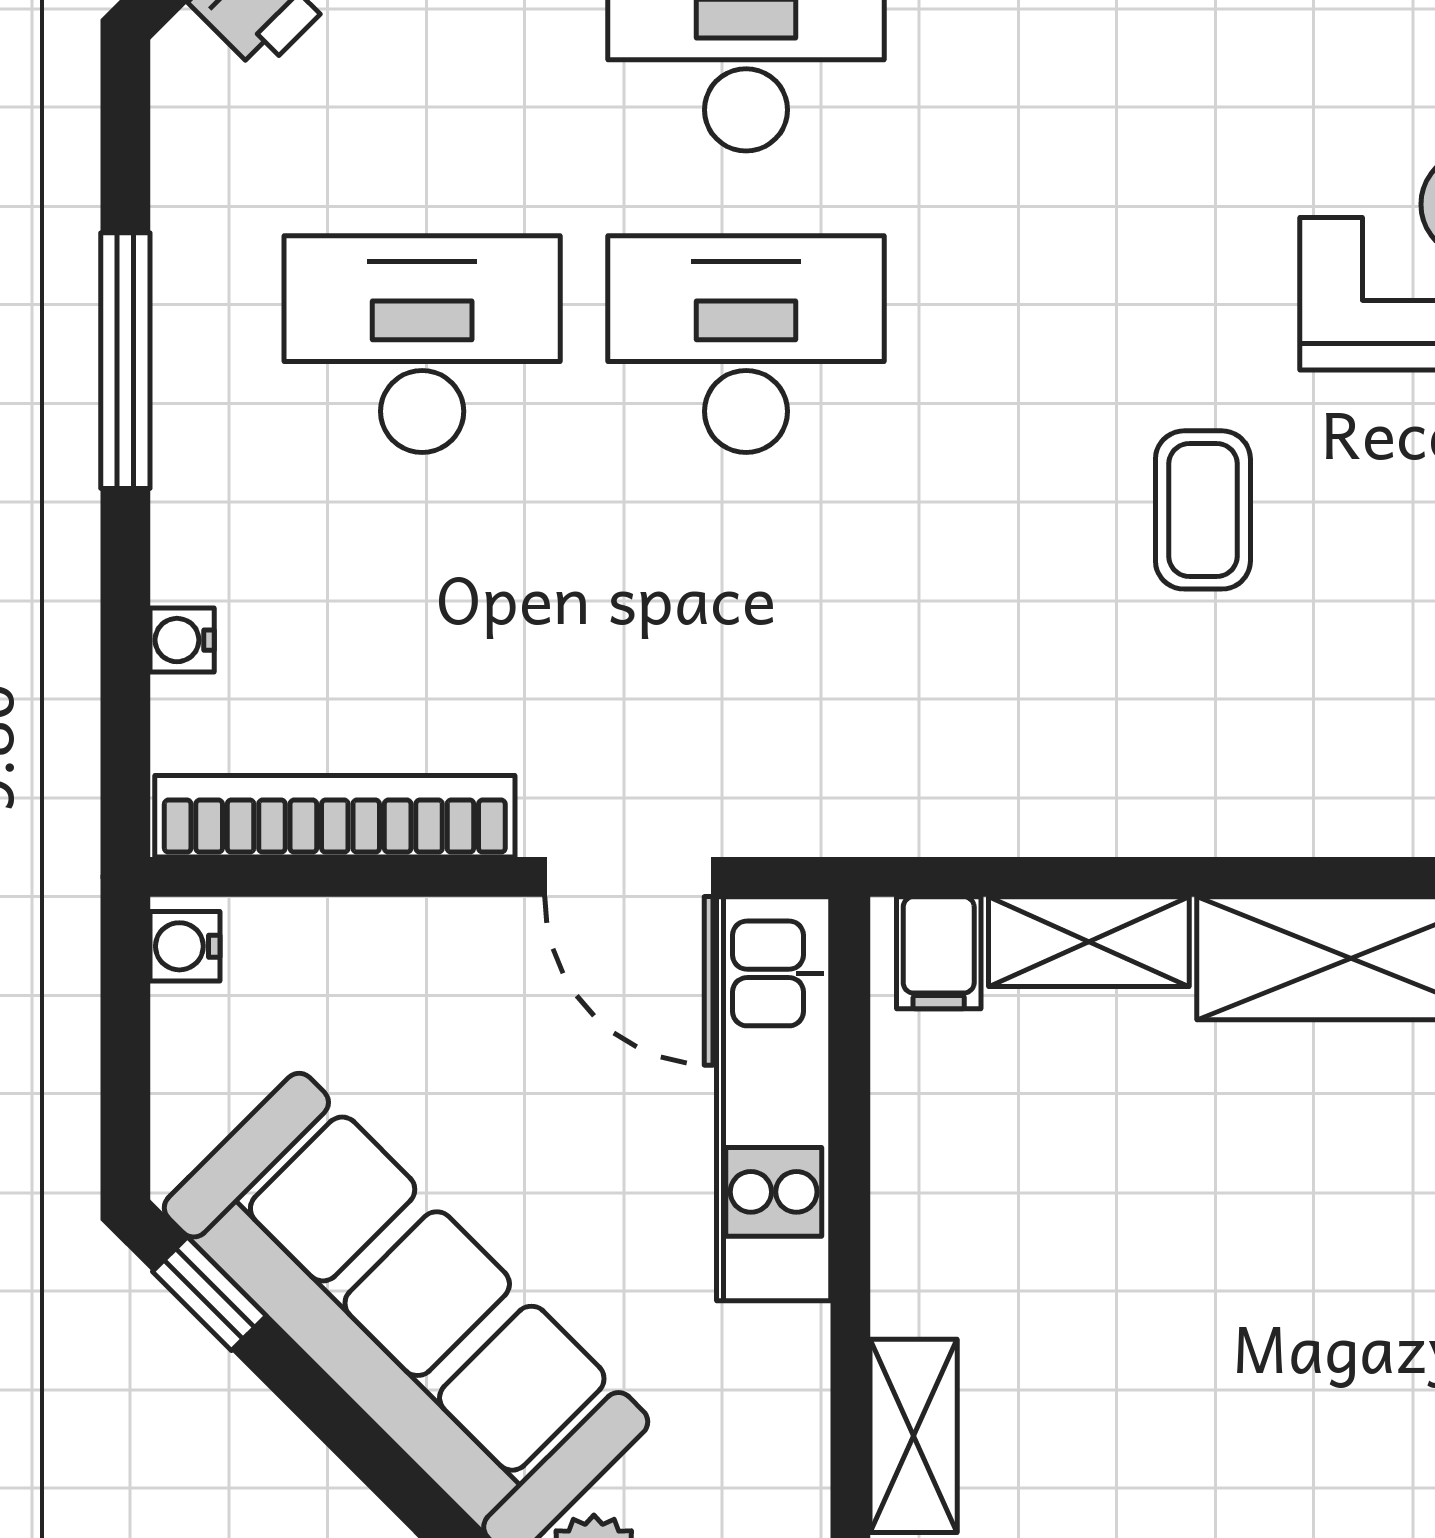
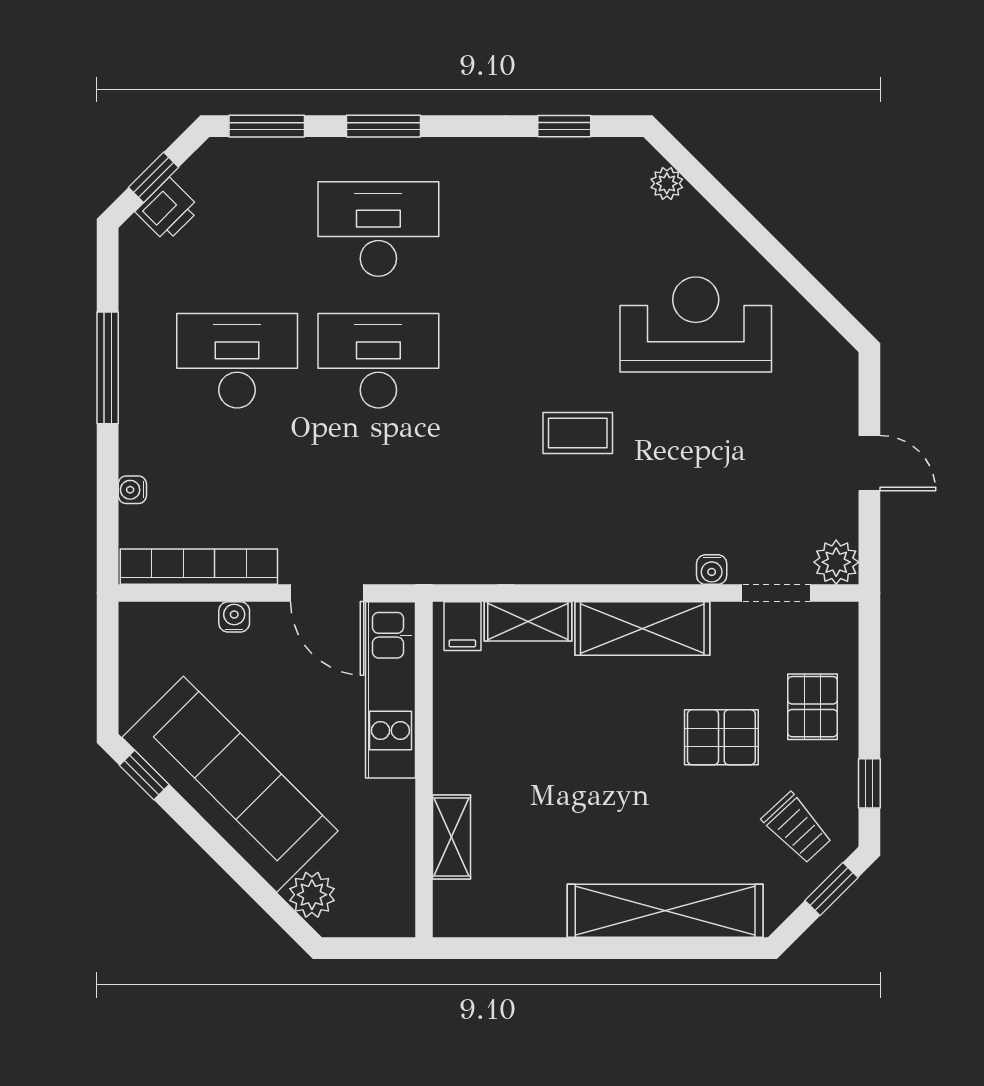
coffee table: (1203, 510) -> (578, 433), turned 90
water cooler: (185, 946) -> (234, 617), moved, turned 90

